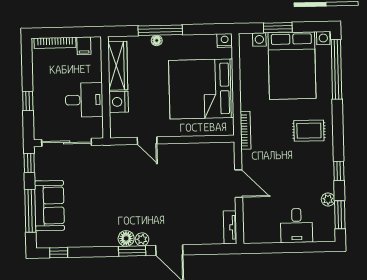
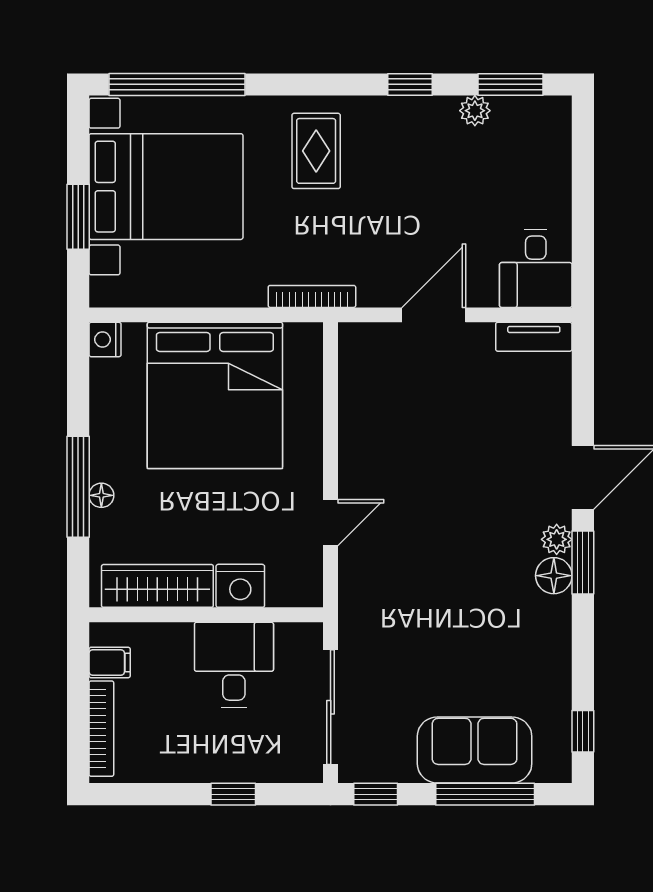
desk: (297, 225) -> (536, 269), moved, turned 90

